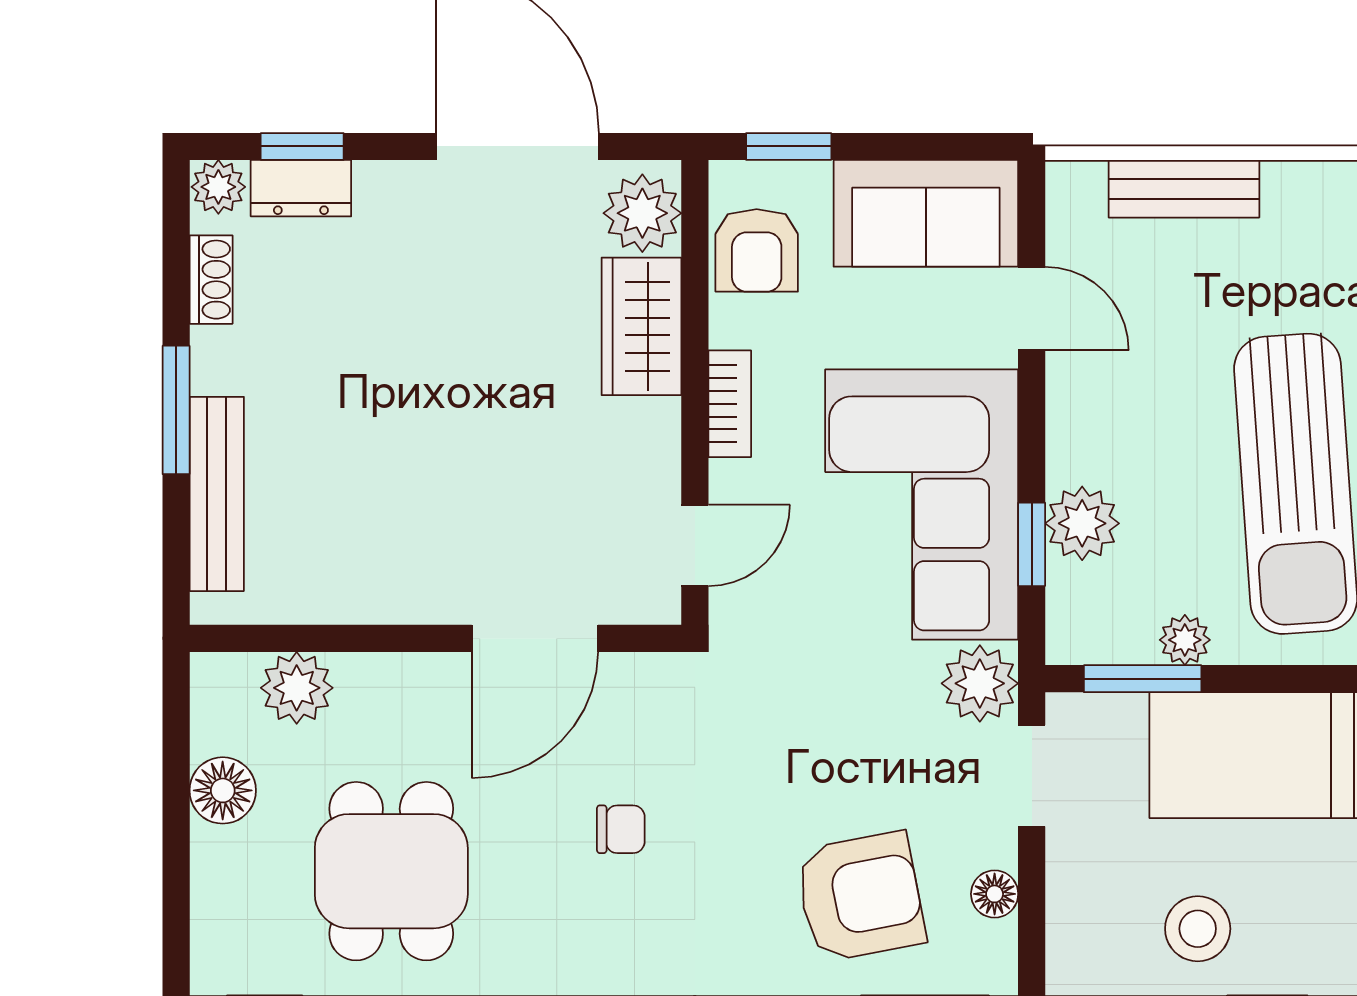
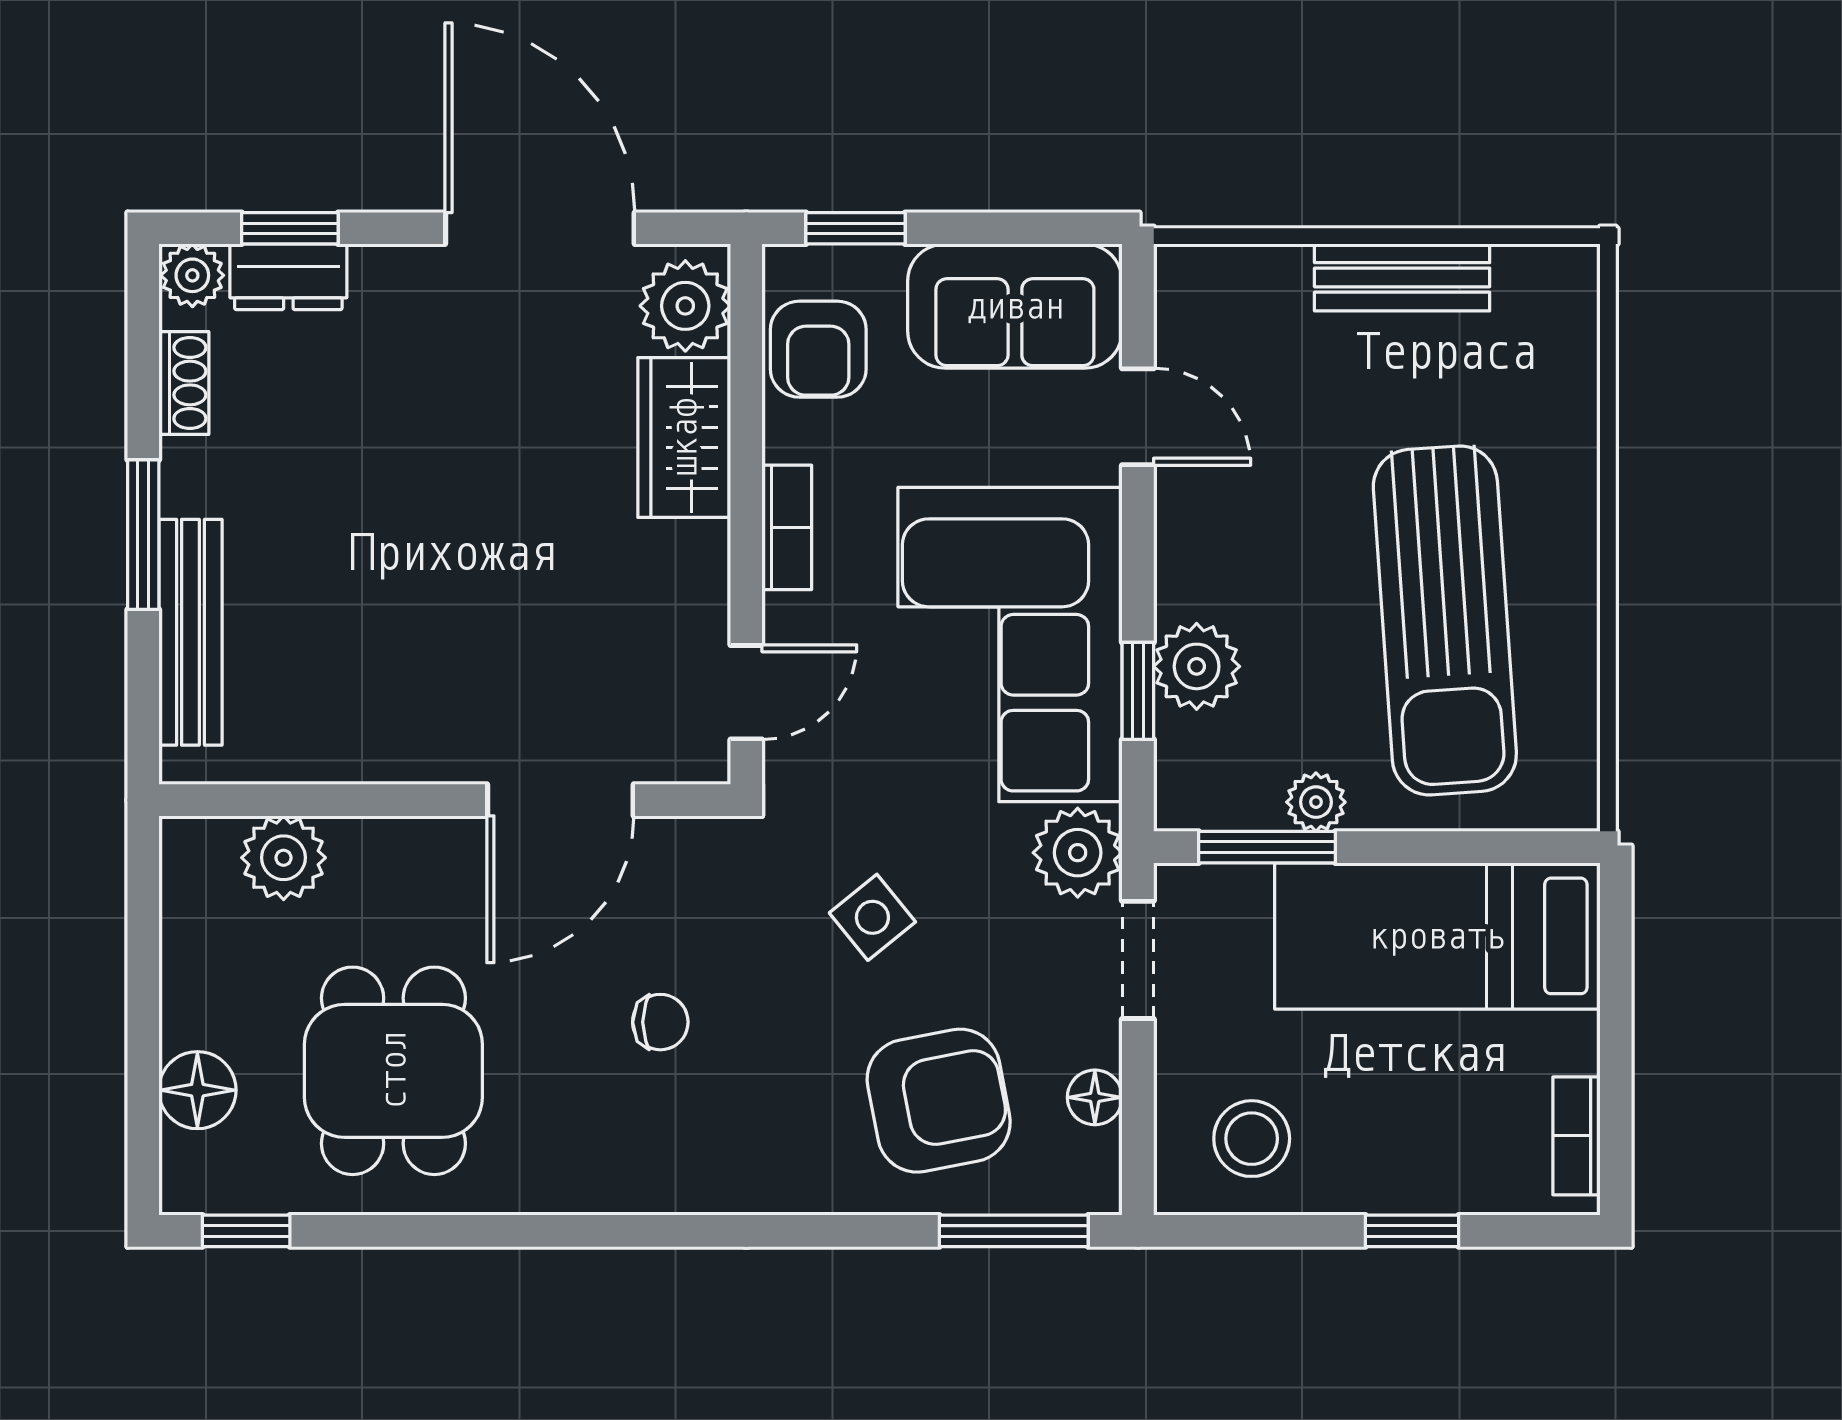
bench: (1184, 189) -> (1402, 277), moved
side table: (803, 739) -> (872, 917), added
floor lamp: (223, 790) -> (197, 1090), moved
stool: (1198, 929) -> (1252, 1139), moved

